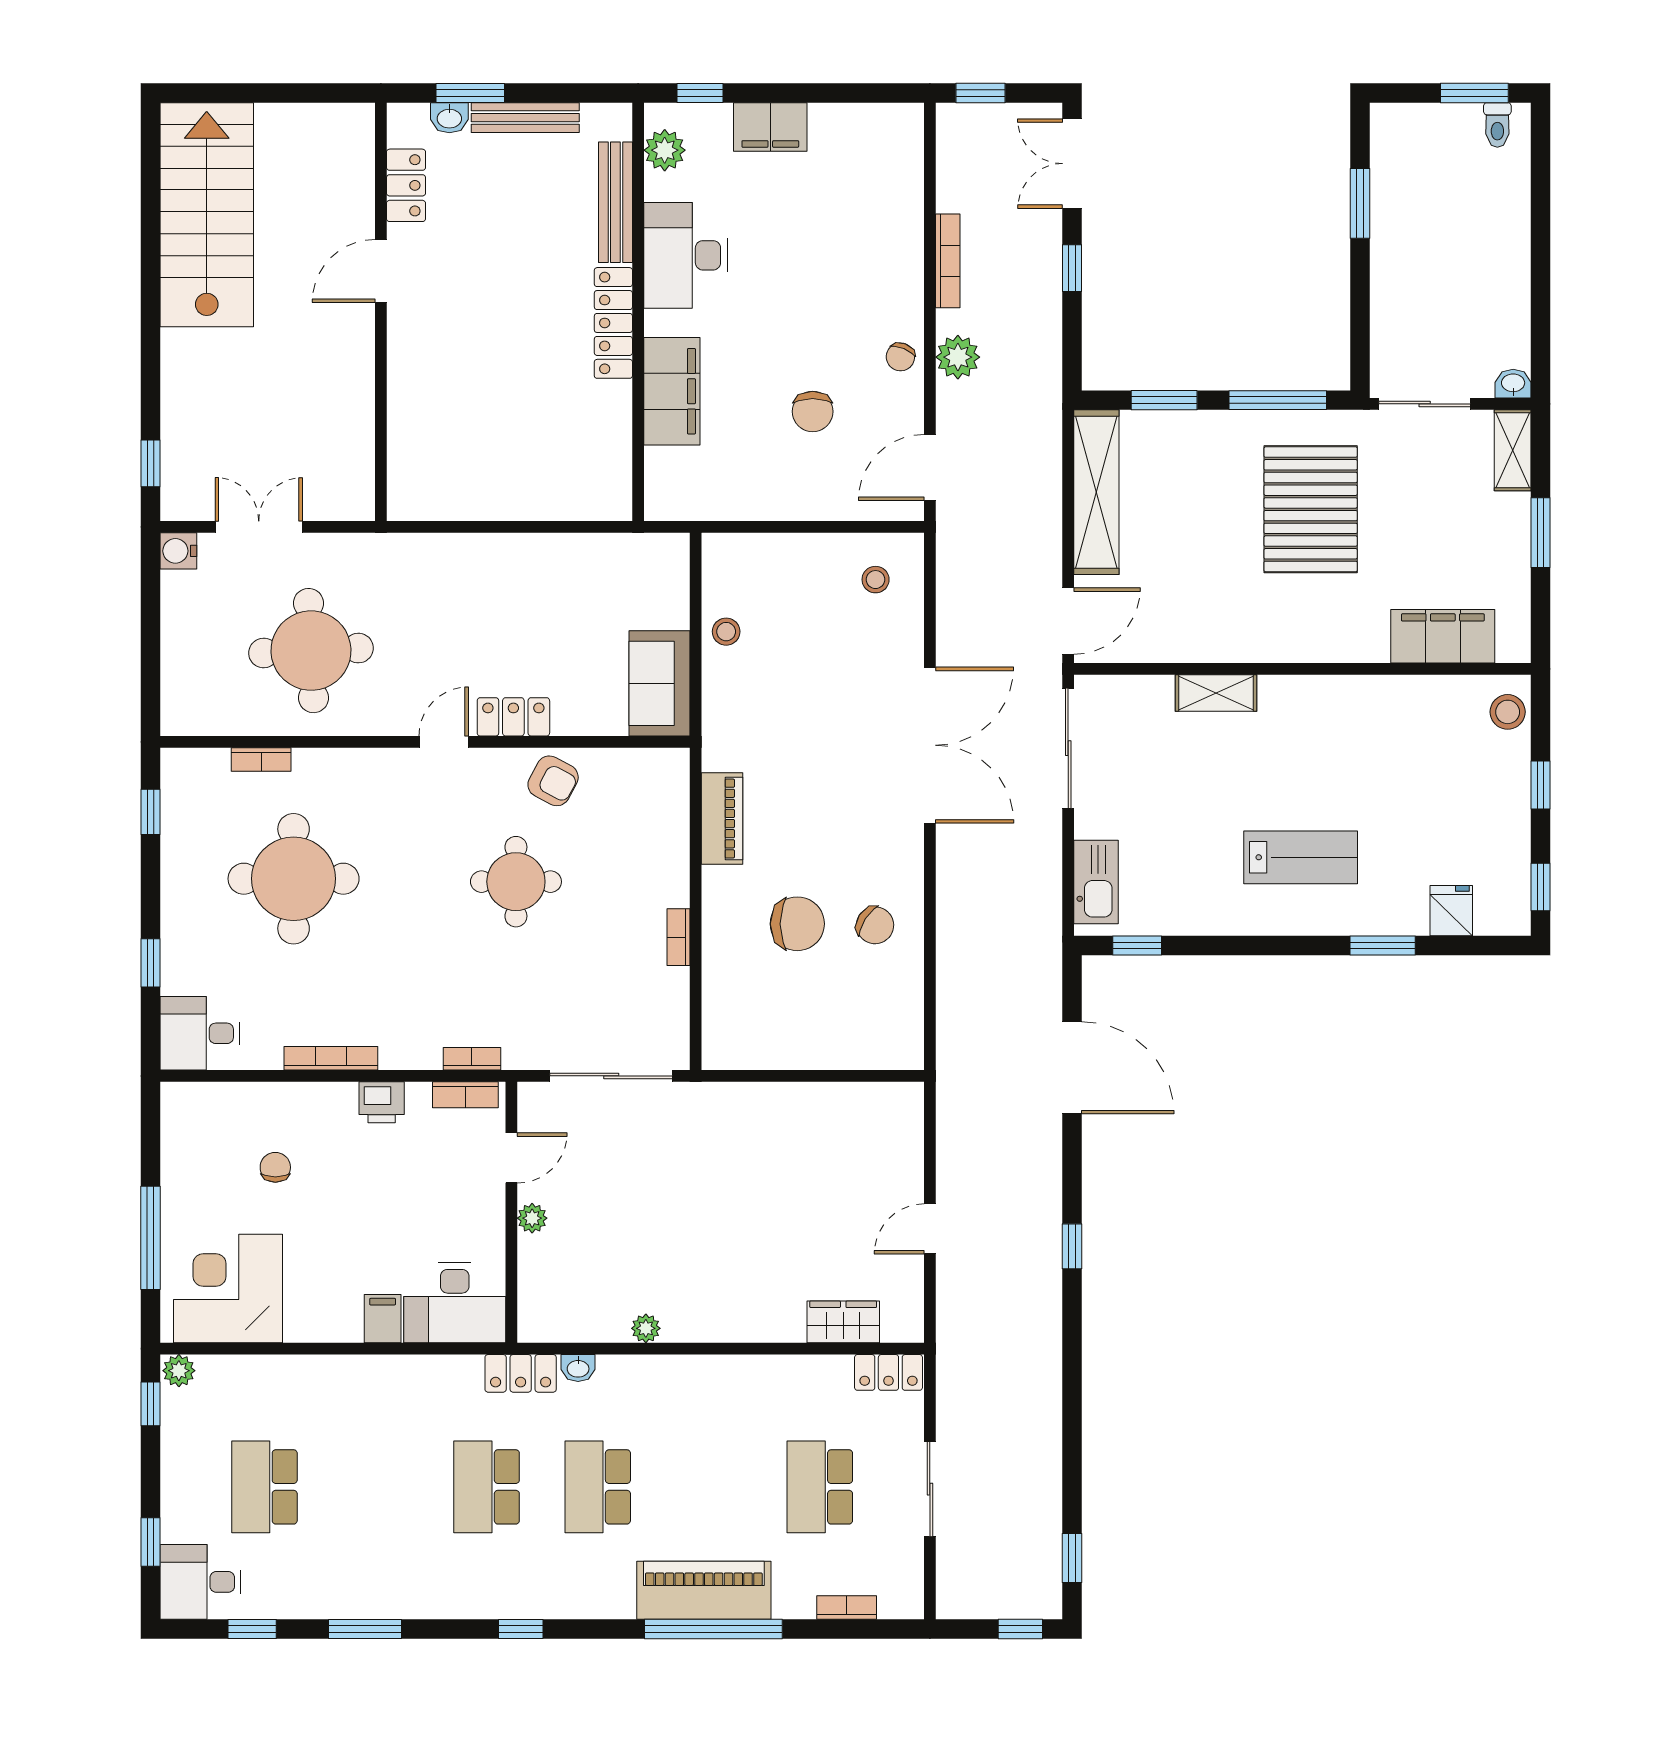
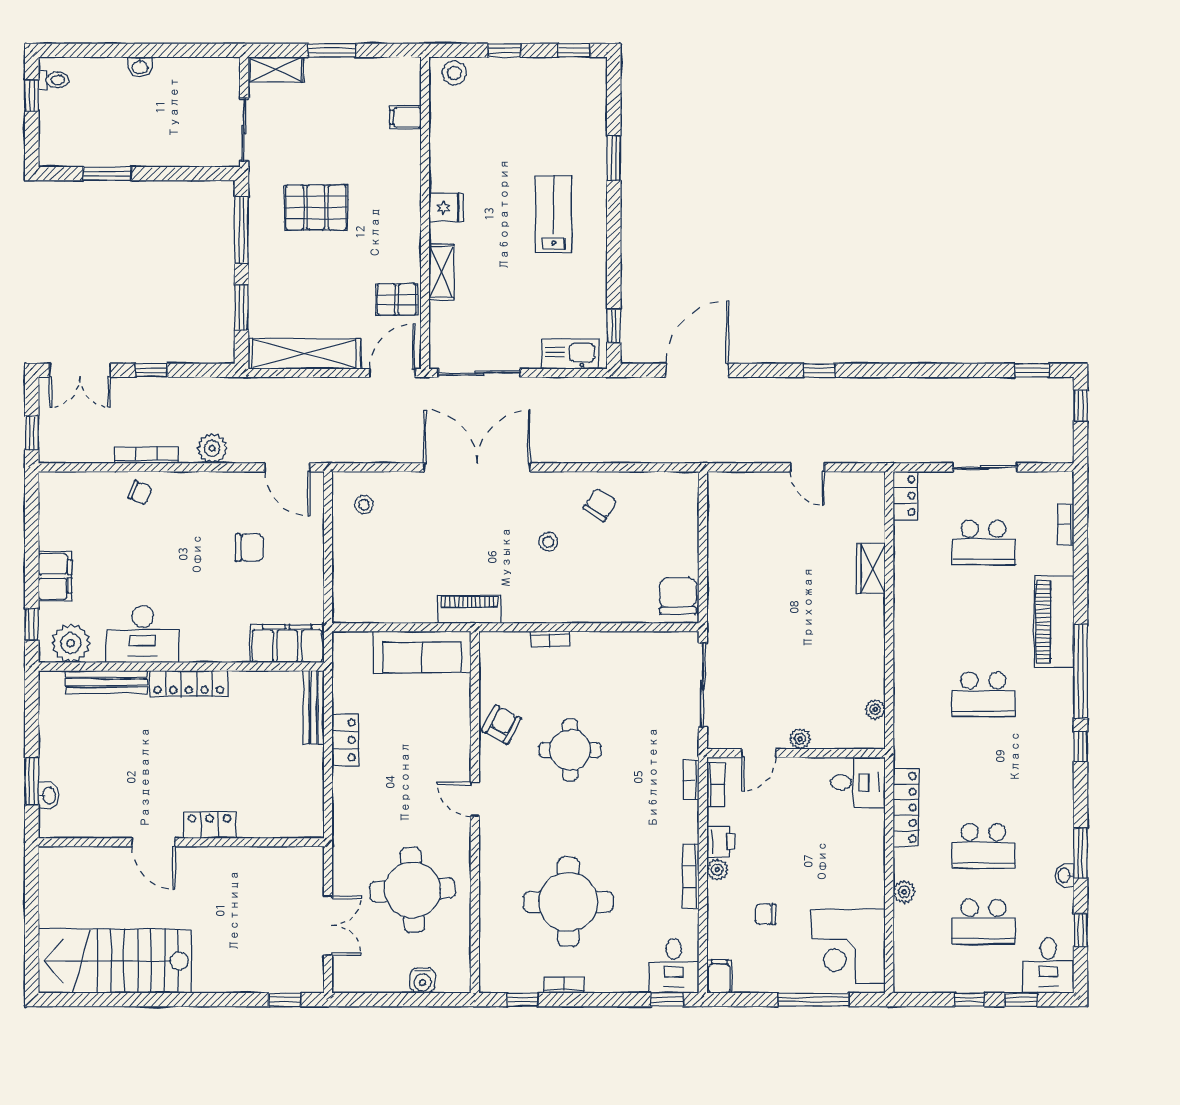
window: (1474, 93) -> (32, 96), width x0.67
bench: (525, 118) -> (314, 707), moved
plant: (665, 150) -> (71, 643), width x1.36, depth x1.36
locker: (406, 185) -> (210, 825), moved
chair: (900, 357) -> (140, 493), moved
washbasin: (1513, 384) -> (140, 67), moved, turned -90
filing cabinet: (672, 391) -> (287, 644), moved
pallet: (1311, 509) -> (316, 207), width x0.73, depth x0.71
double door: (259, 527) -> (328, 926), swing flipped
water cooler: (178, 551) -> (422, 981), moved
door: (1068, 621) -> (392, 373), hinge flipped
pallet: (1176, 627) -> (397, 299), added
stool: (726, 632) -> (548, 542), moved
filing cabinet: (1443, 636) -> (405, 117), width x0.33, depth x0.86
sofa: (659, 683) -> (422, 652), width x1.36
locker: (513, 717) -> (345, 740), moved, turned 180
bookcase: (261, 760) -> (564, 985), moved, turned -90
piano: (722, 819) -> (469, 609), moved
fridge: (1451, 911) -> (446, 208), moved, turned 180
chair: (797, 924) -> (678, 596), moved
bookcase: (679, 937) -> (550, 639), moved
window: (150, 963) -> (667, 1000), moved
plant: (341, 1097) -> (717, 870), added
door: (511, 1158) -> (759, 753), swing flipped
desk: (455, 1303) -> (858, 782), width x0.73
filing cabinet: (383, 1319) -> (719, 976), moved, turned 90
wardrobe: (843, 1322) -> (871, 568), moved
plant: (646, 1328) -> (875, 709), moved
washbasin: (578, 1368) -> (1065, 875), moved, turned 180
plant: (179, 1371) -> (904, 892), moved
locker: (521, 1373) -> (906, 807), moved, width x1.53
window: (150, 1404) -> (970, 1000), moved
school desk: (487, 1487) -> (983, 846), moved
window: (713, 1629) -> (1080, 671), moved

